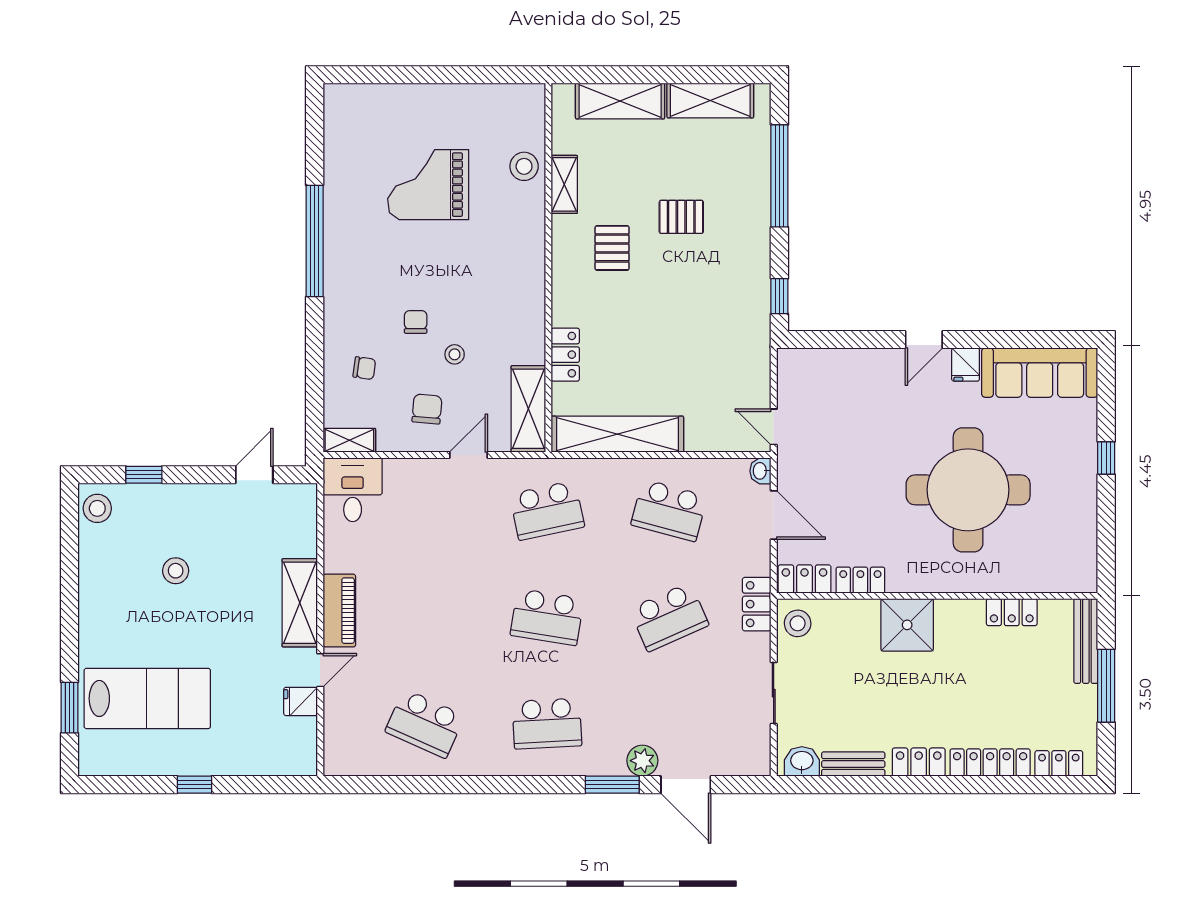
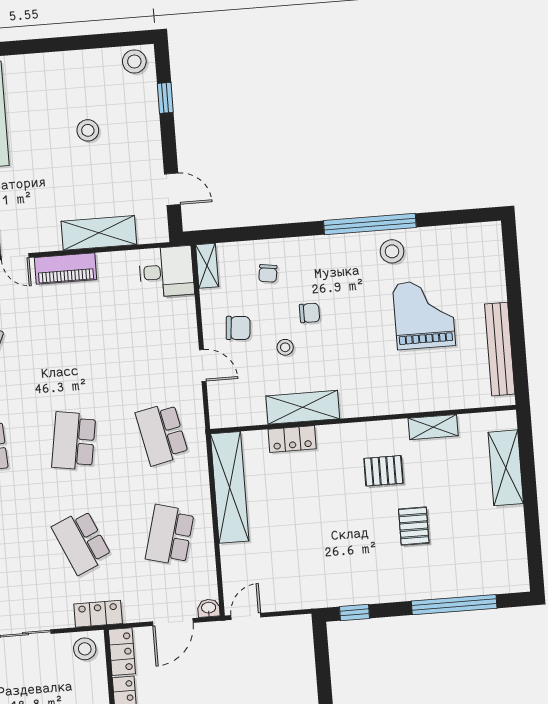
bench: (477, 97) -> (500, 349), added
shelving: (710, 101) -> (512, 543), removed
stool: (524, 166) -> (392, 251), moved
shelving: (528, 409) -> (303, 407), moved
shelving: (300, 603) -> (99, 233), moved

